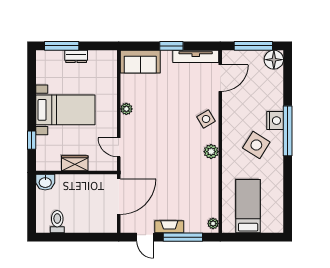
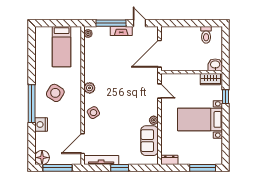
dresser: (76, 56) -> (169, 160), moved
sofa: (140, 62) -> (150, 141), moved, turned -90
nightstand: (275, 121) -> (41, 124), moved
wardrobe: (75, 163) -> (210, 79), moved

